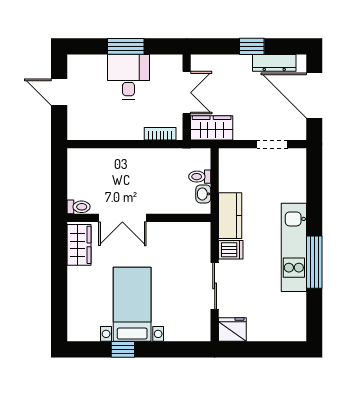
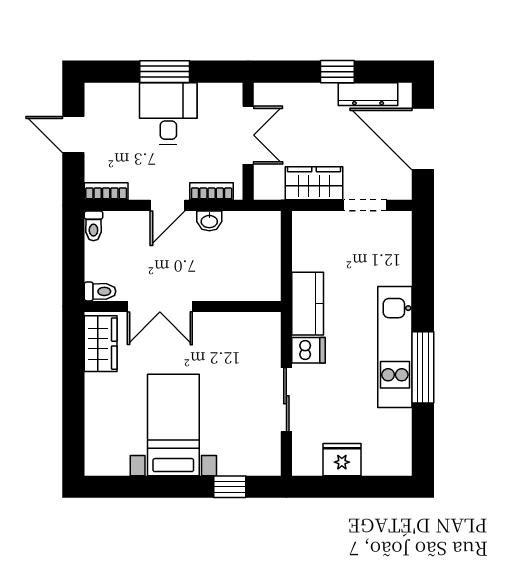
wardrobe: (212, 128) -> (314, 183), moved
bookcase: (83, 134) -> (106, 191), added
door: (128, 144) -> (167, 205), added
toilet: (200, 177) -> (93, 226), moved, turned -90
washbasin: (203, 194) -> (209, 221), moved, turned -90
fridge: (232, 329) -> (342, 460), moved
window: (123, 349) -> (230, 487), moved

